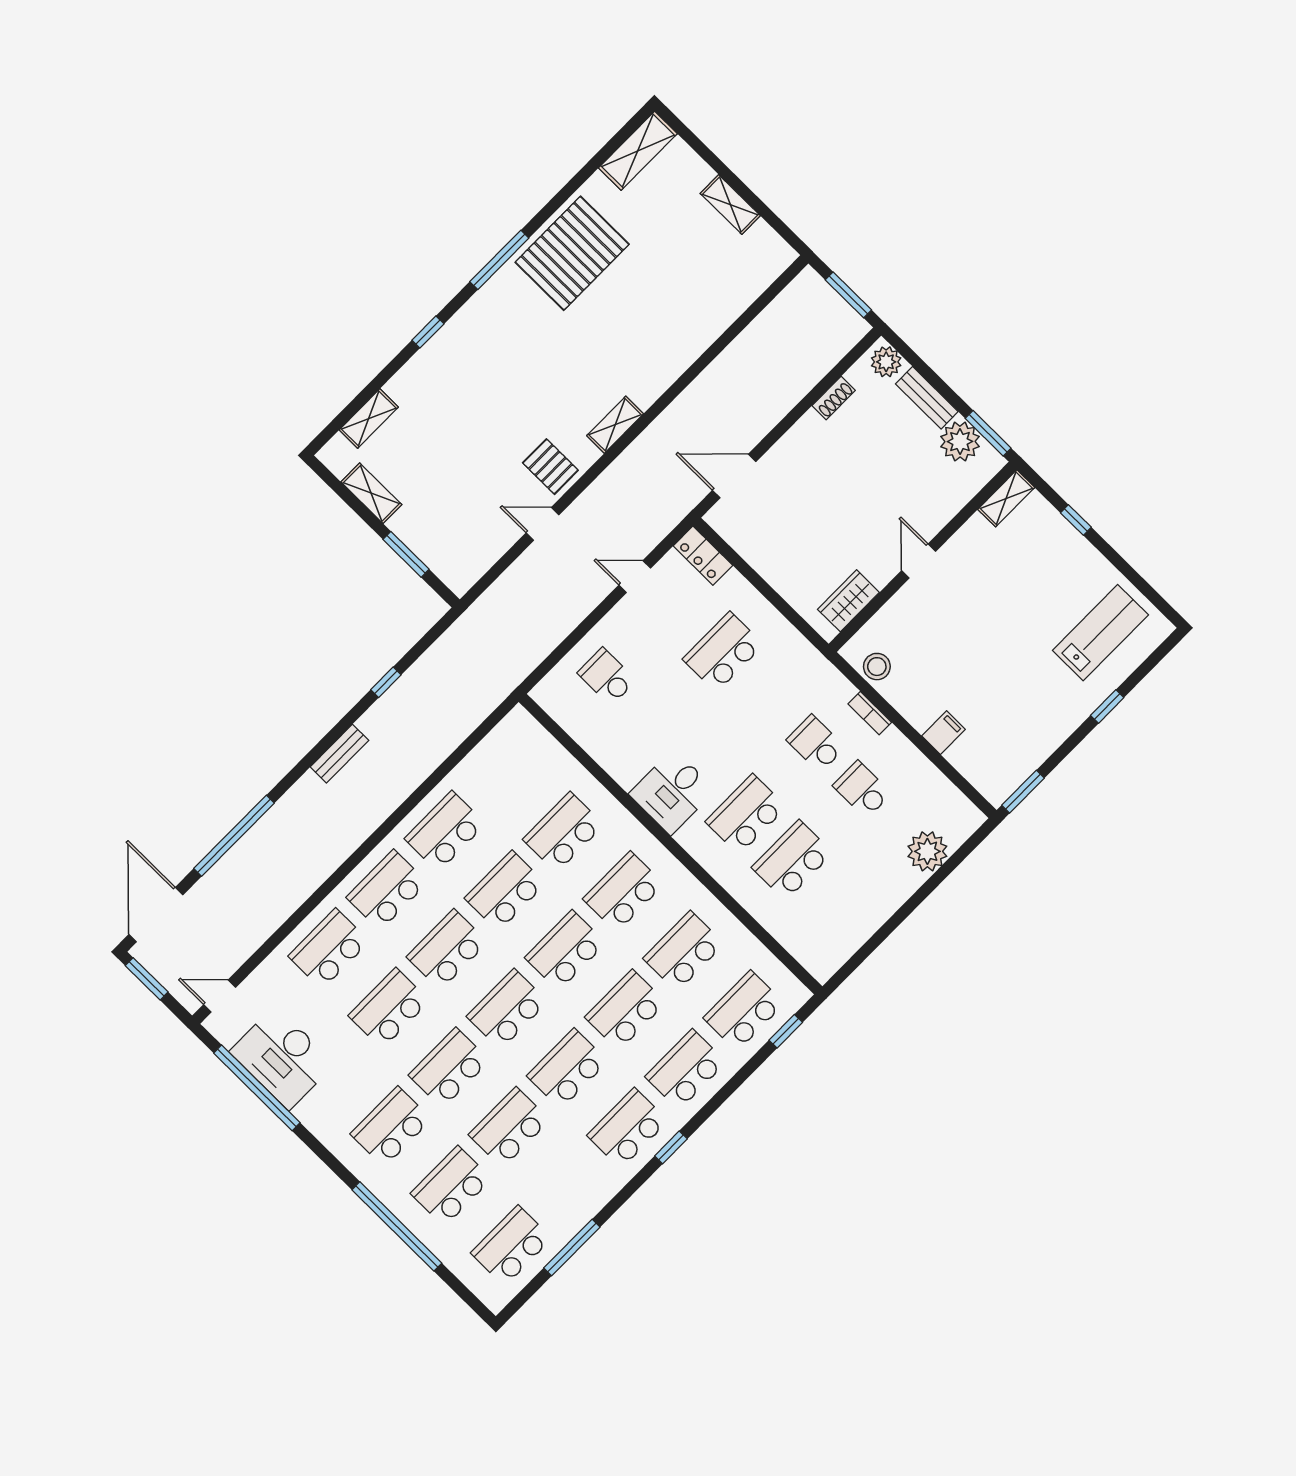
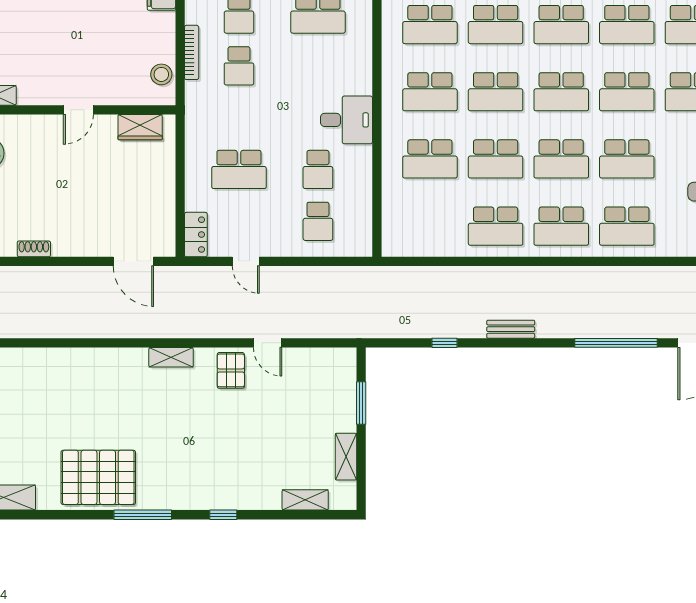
bookcase: (870, 713) -> (192, 52), width x1.56
school desk: (746, 814) -> (318, 169), moved, width x0.54

